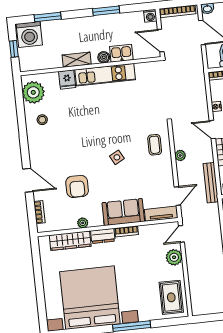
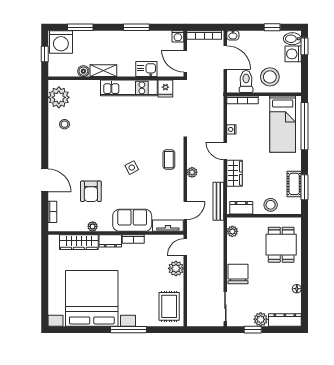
boiler: (104, 57) -> (83, 71), moved
fridge: (67, 79) -> (165, 89), moved

